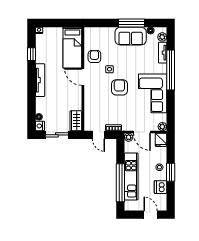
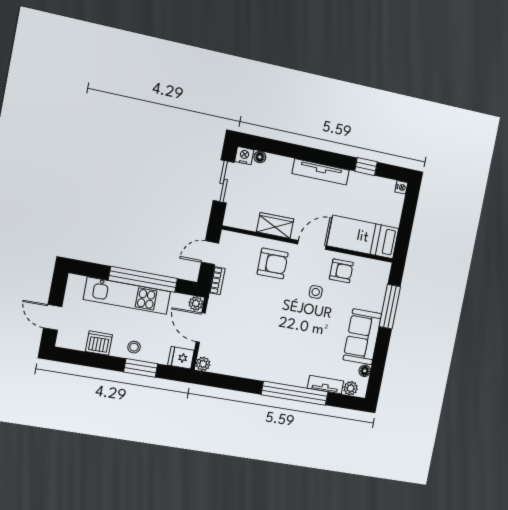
window: (131, 23) -> (390, 307), moved
armchair: (119, 87) -> (273, 263), moved
corner sofa: (153, 93) -> (262, 357), removed
wardrobe: (76, 121) -> (275, 225), moved
door: (142, 132) -> (201, 328), hinge flipped
window: (171, 172) -> (141, 368), moved
window: (120, 183) -> (143, 279), moved
door: (151, 215) -> (53, 317), swing flipped

